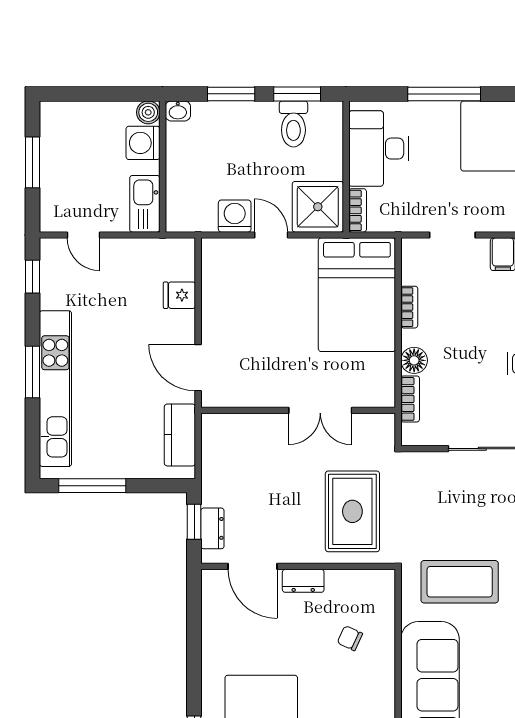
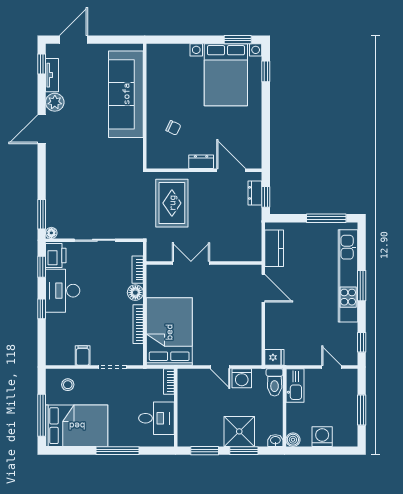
toilet: (293, 124) -> (275, 382), moved, turned 180
washing machine: (143, 143) -> (322, 437), moved, turned -90
desk: (379, 149) -> (156, 418), width x0.73
shower: (318, 207) -> (239, 431), moved
fridge: (179, 295) -> (274, 357), moved
bookcase: (409, 307) -> (138, 324), width x1.56
coffee table: (460, 582) -> (108, 161), removed

